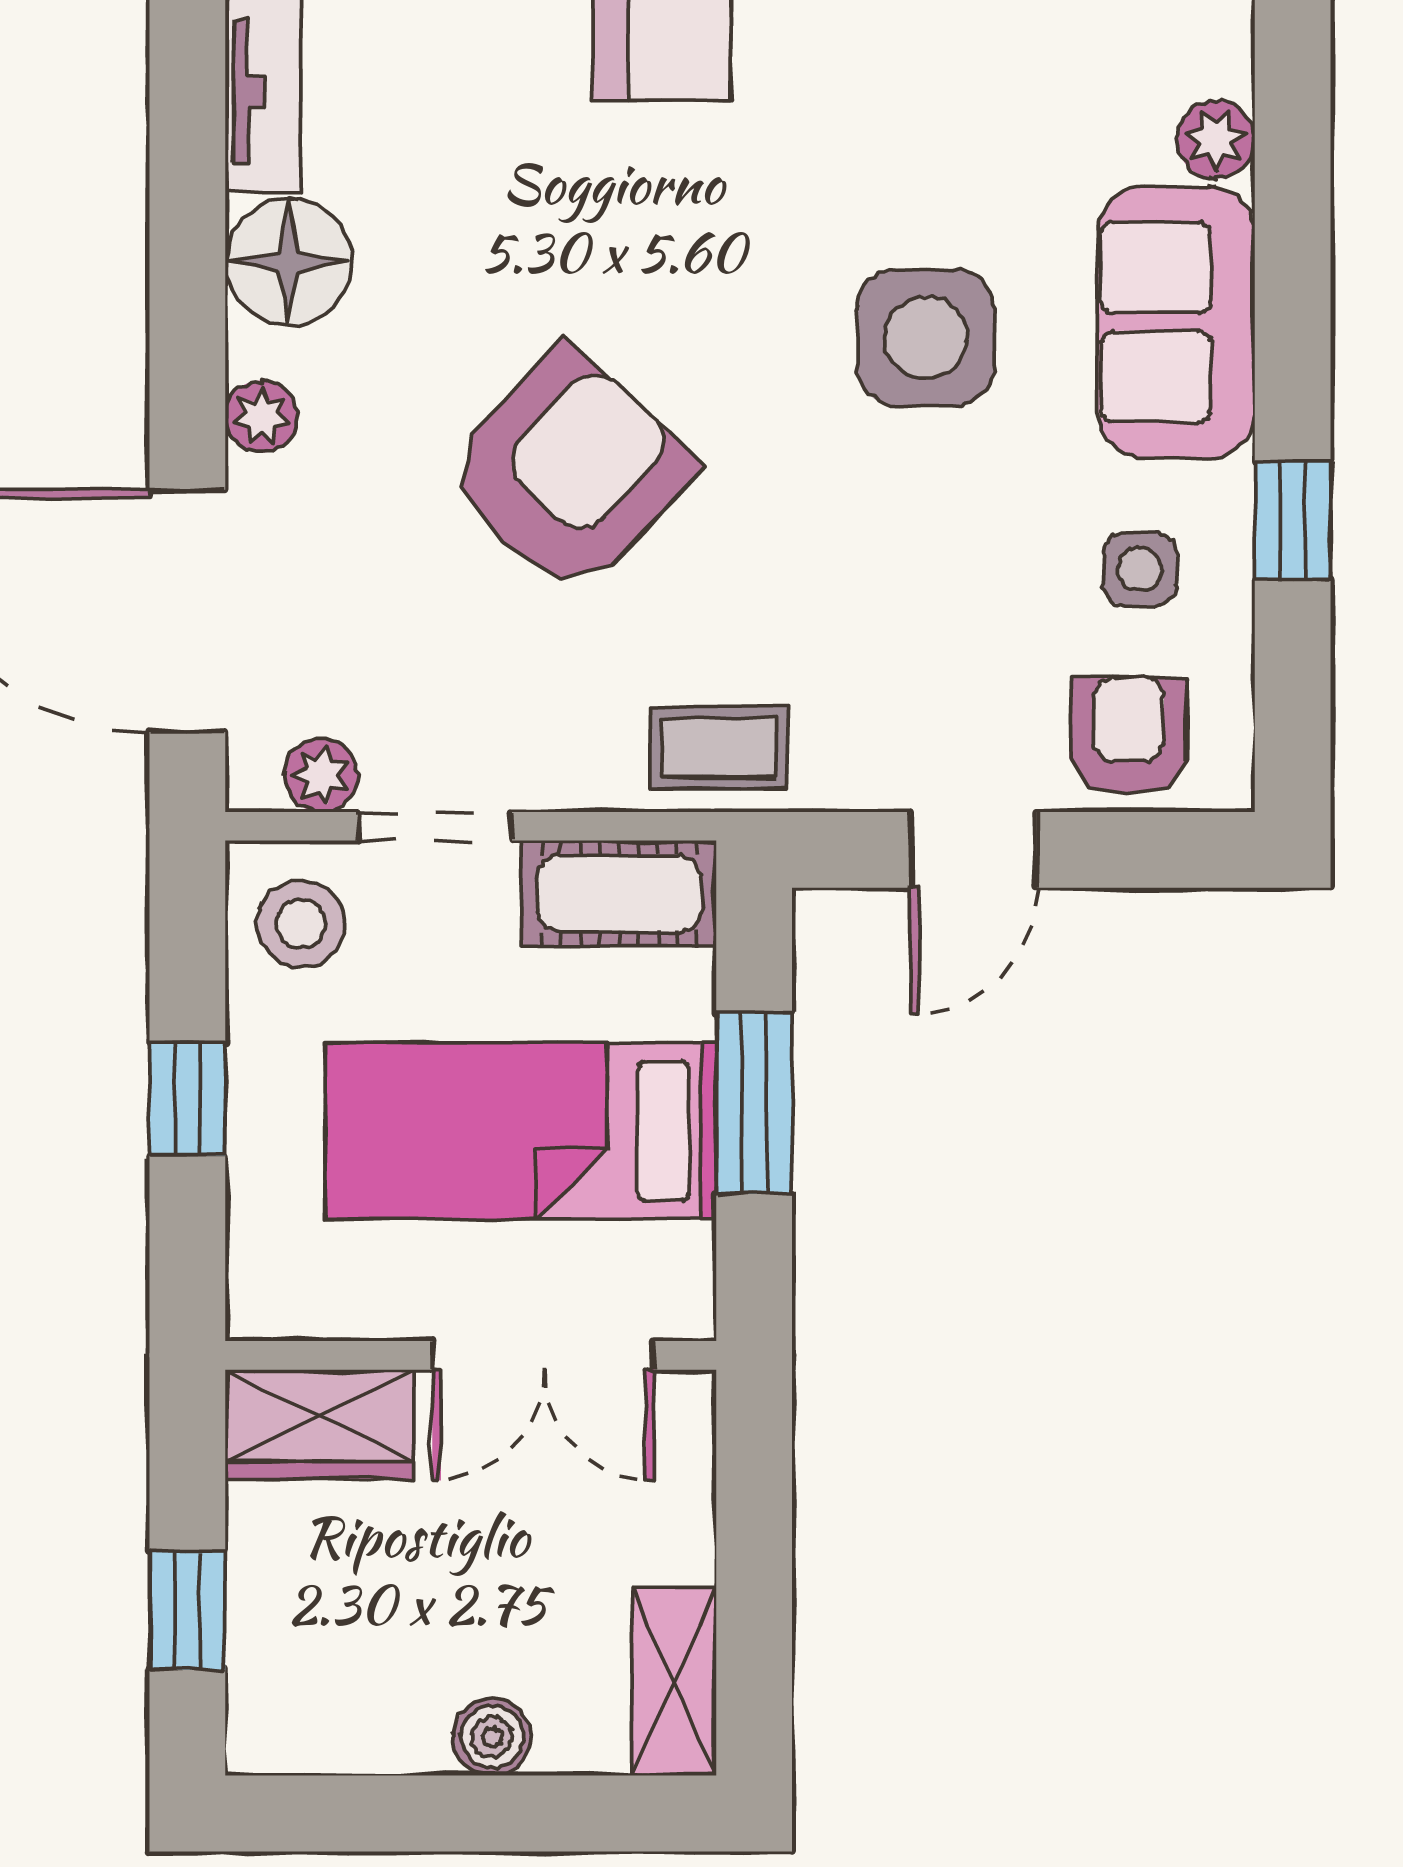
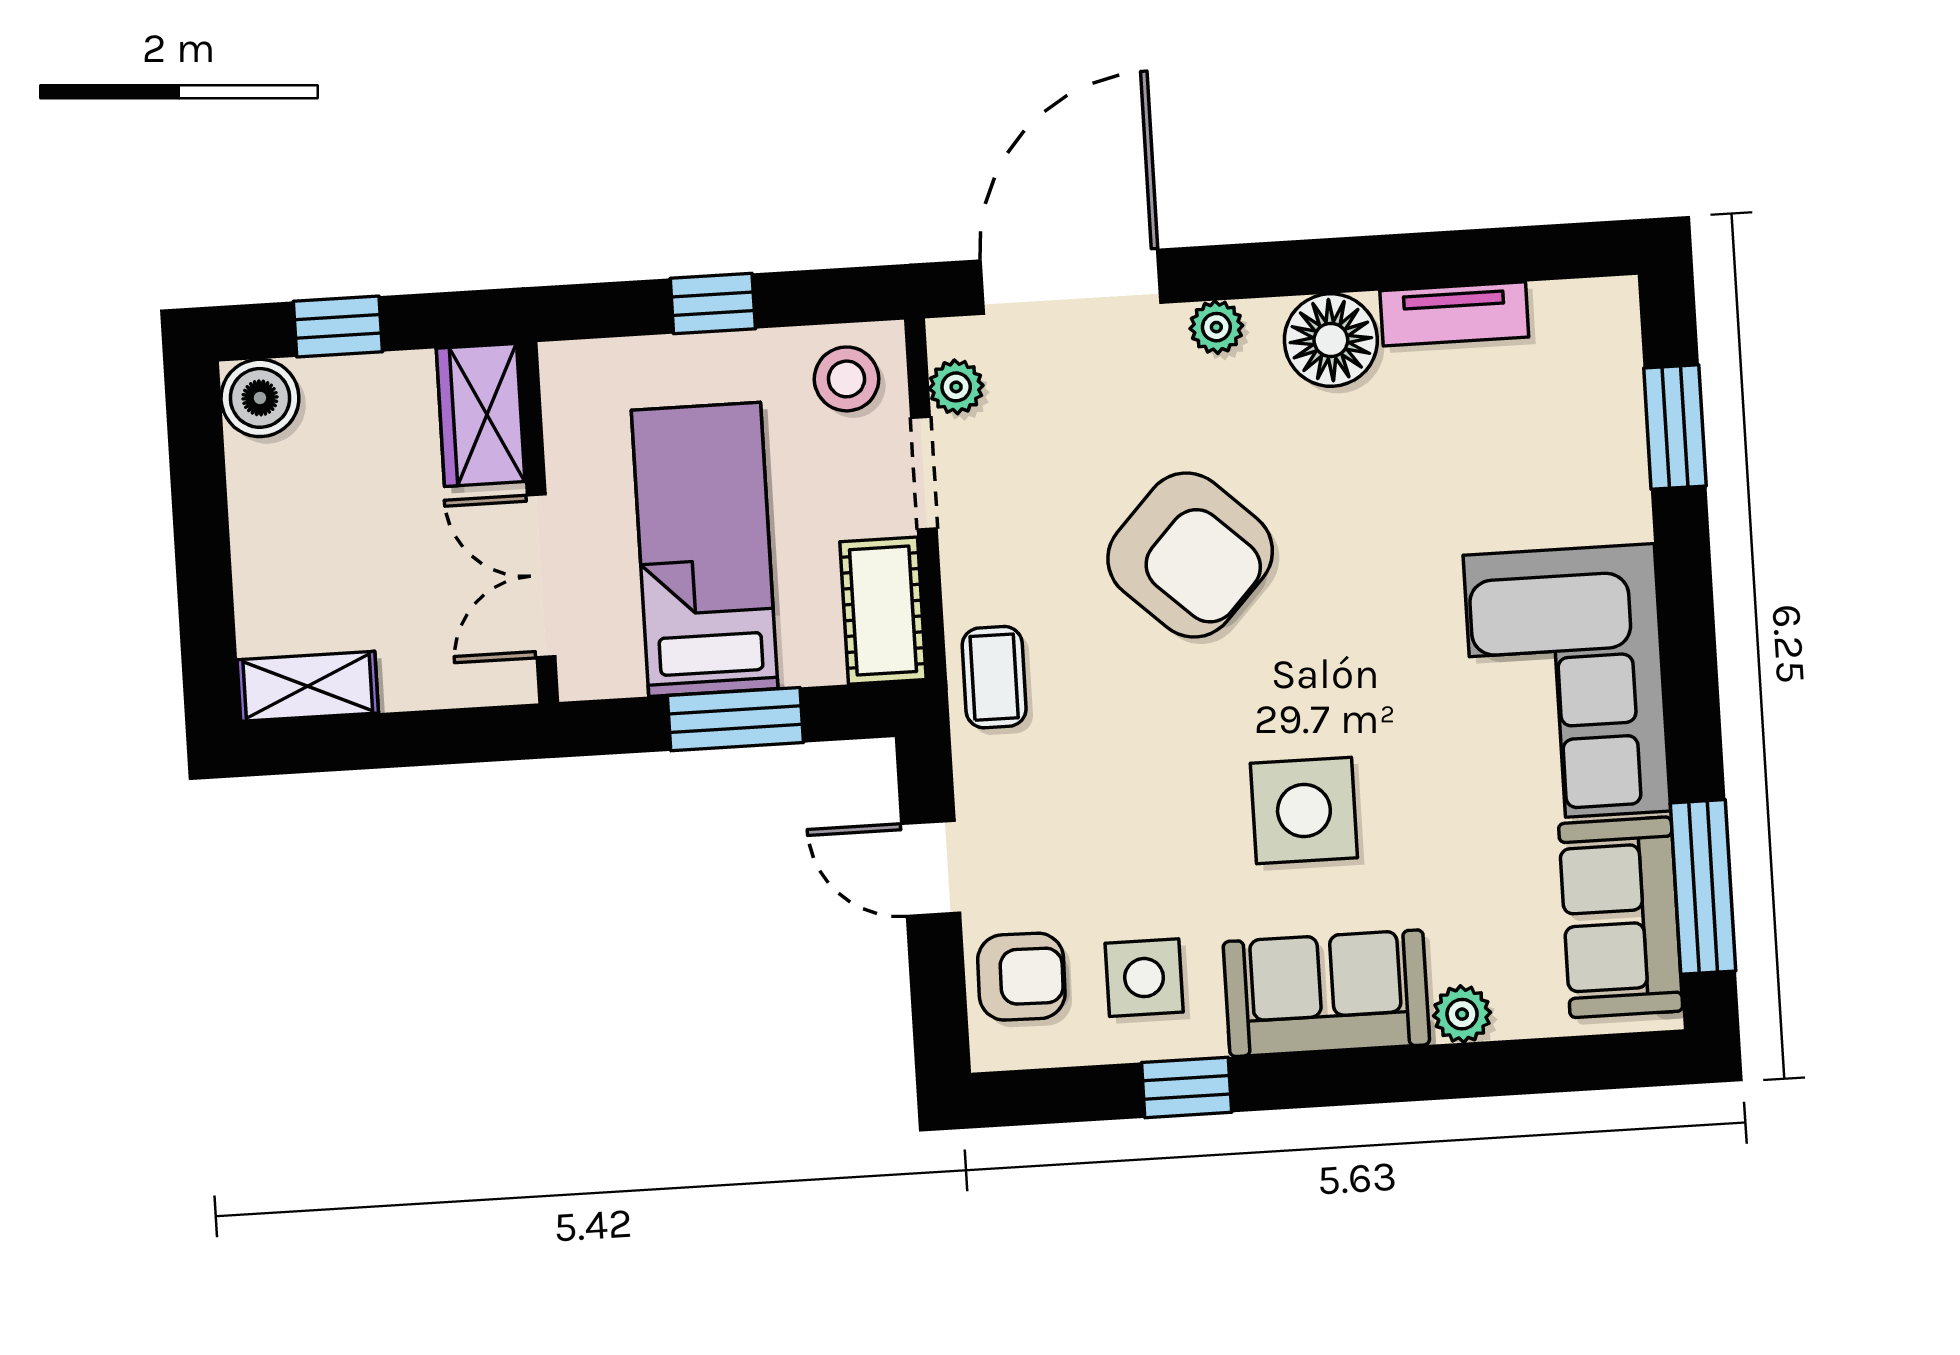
side table: (1140, 569) -> (1144, 978), width x1.37, depth x1.37
boiler: (492, 1737) -> (260, 398), moved, width x1.36, depth x1.36

